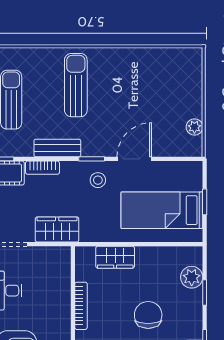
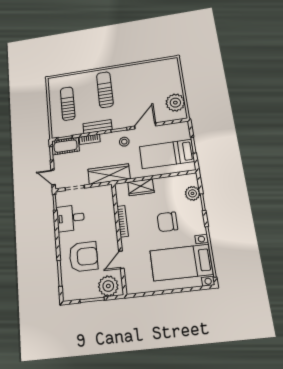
plant: (194, 127) -> (175, 103), width x1.88, depth x1.88
wardrobe: (57, 229) -> (109, 174), width x1.50
chair: (148, 315) -> (167, 222), turned -90

